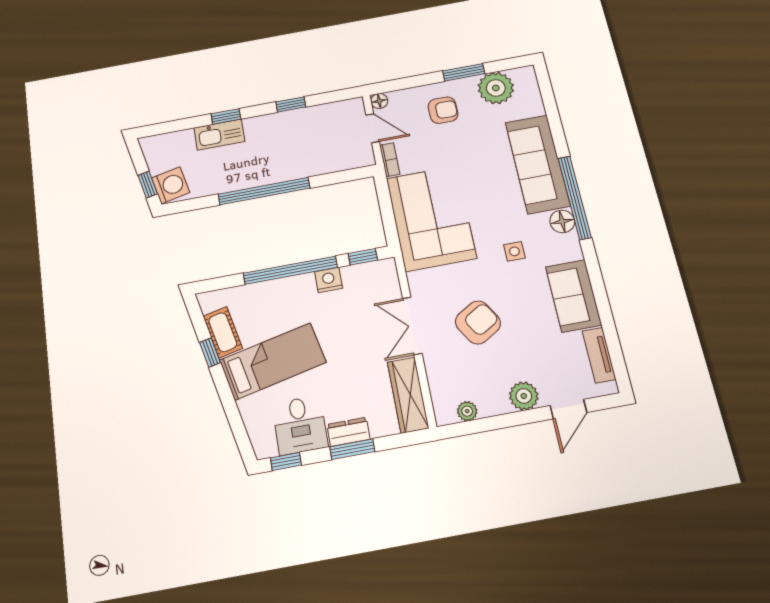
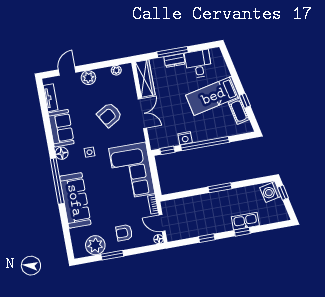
window: (264, 191) -> (220, 188), width x0.47
floor lamp: (562, 221) -> (62, 153), moved
window: (352, 449) -> (173, 52), width x1.44
window: (286, 461) -> (205, 46), removed

